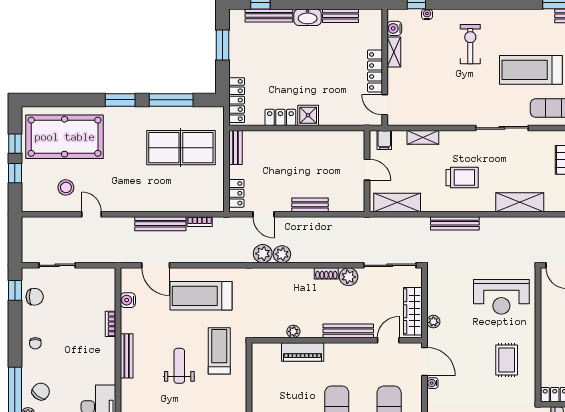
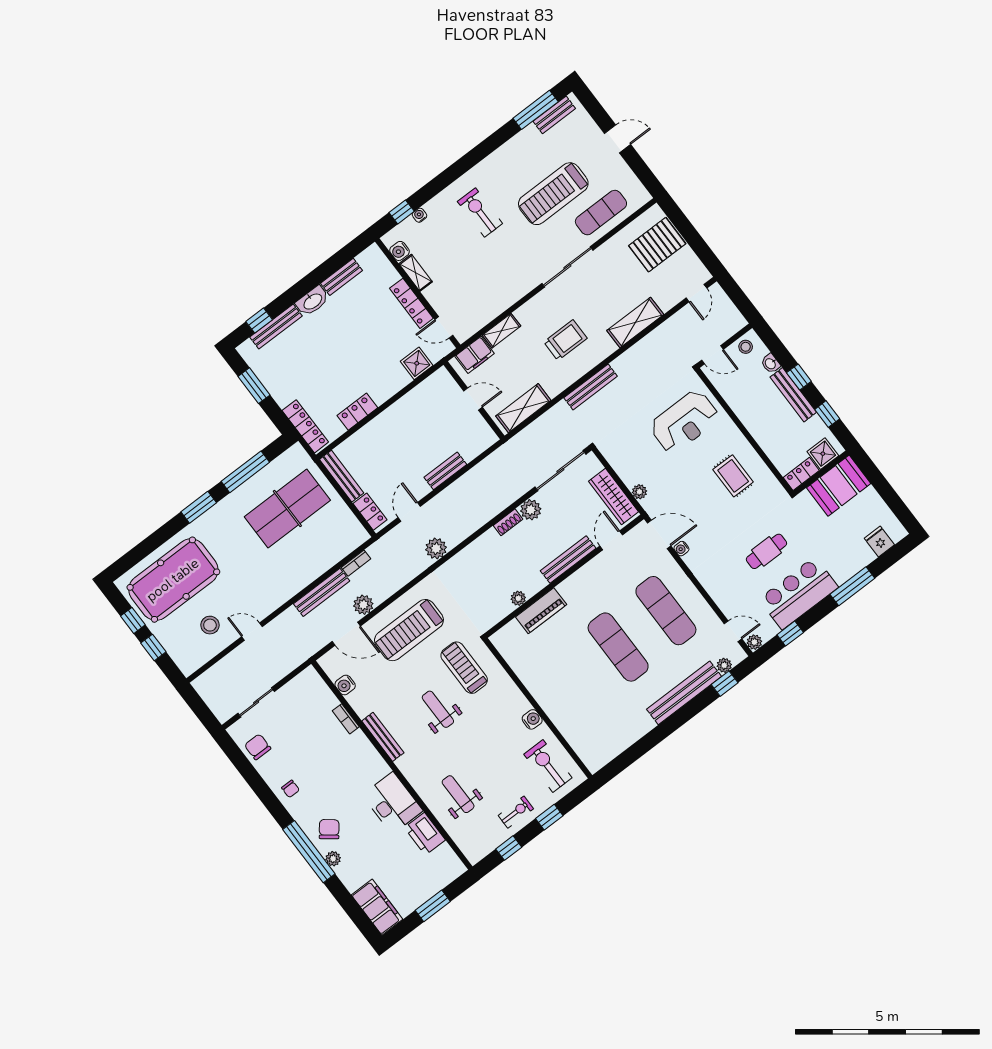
shower: (308, 115) -> (417, 363), moved
filing cabinet: (384, 140) -> (475, 355), width x2.00
bench: (236, 148) -> (342, 476), width x1.36
door: (264, 214) -> (409, 512), swing flipped
plant: (282, 254) -> (363, 605), moved
window: (15, 290) -> (235, 755), removed
chair: (35, 297) -> (258, 747), turned -90

